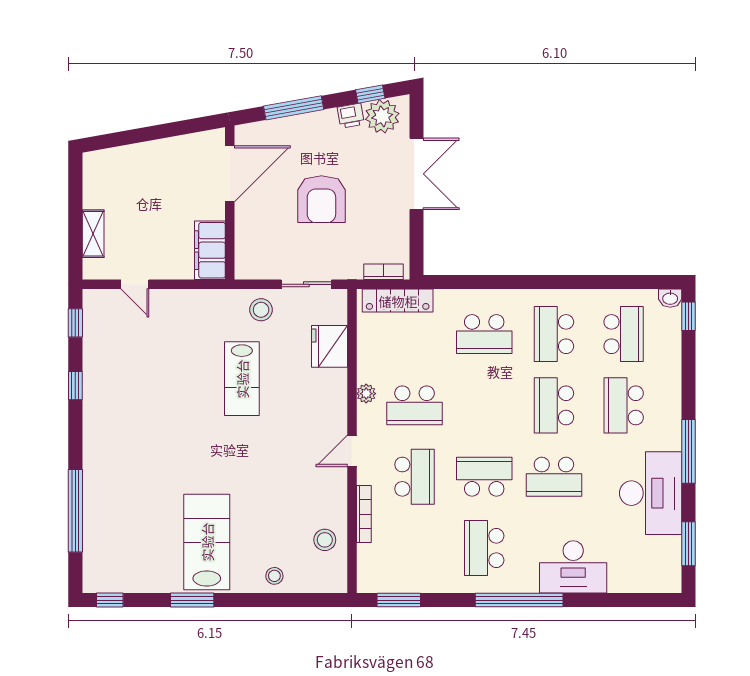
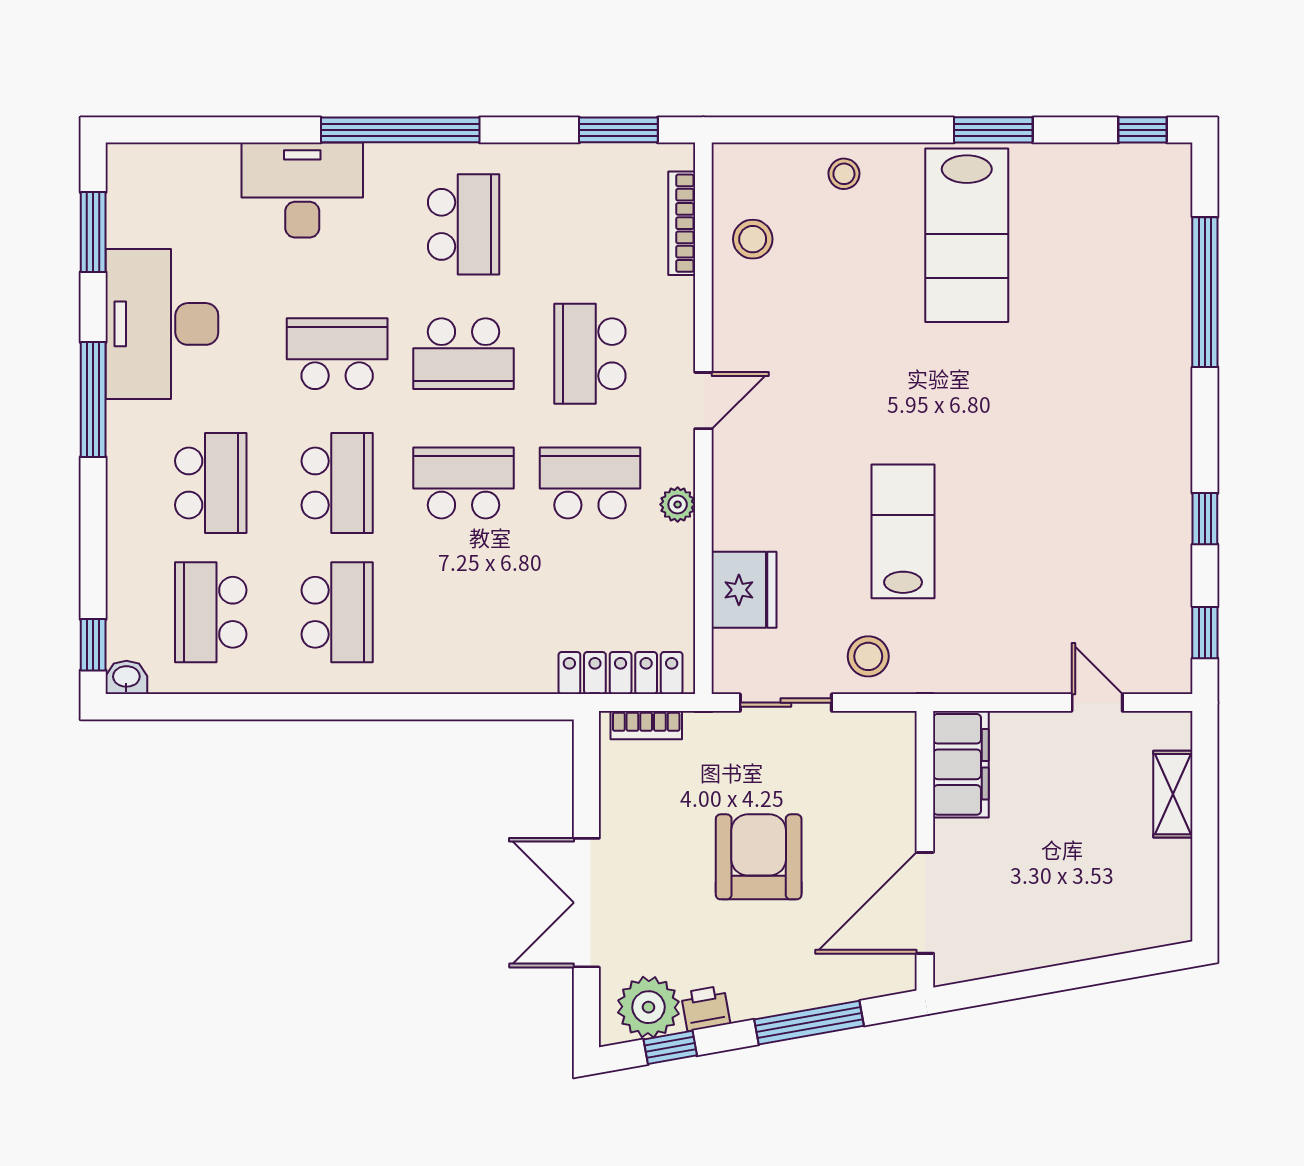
school desk: (484, 334) -> (464, 483), moved
bookcase: (364, 514) -> (682, 223), moved

